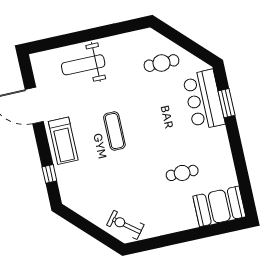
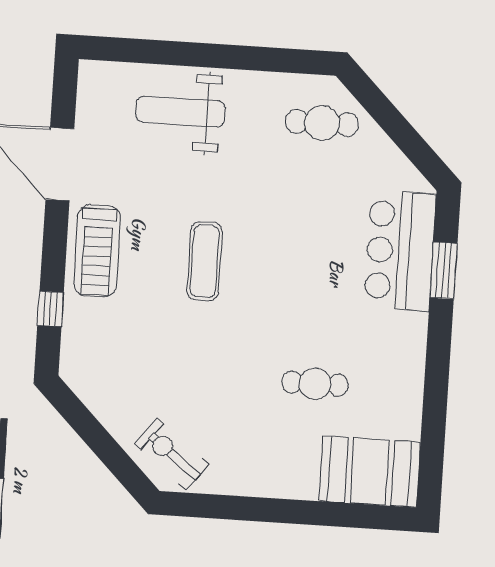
cafe table: (161, 63) -> (322, 123), moved

